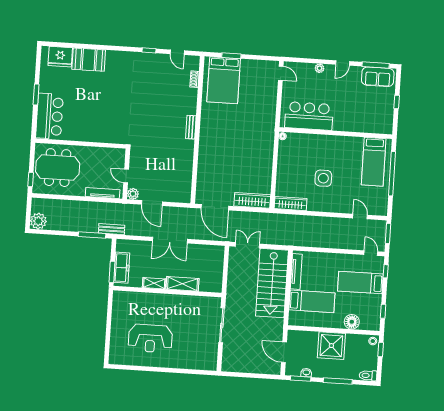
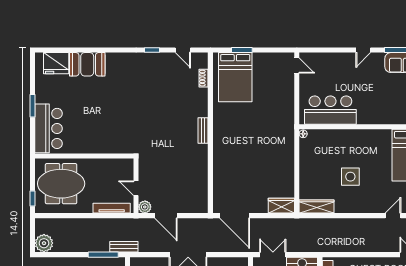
plant: (320, 68) -> (339, 57), removed
wardrobe: (252, 200) -> (281, 206), width x0.67
door: (360, 217) -> (393, 216), hinge flipped

